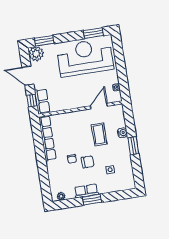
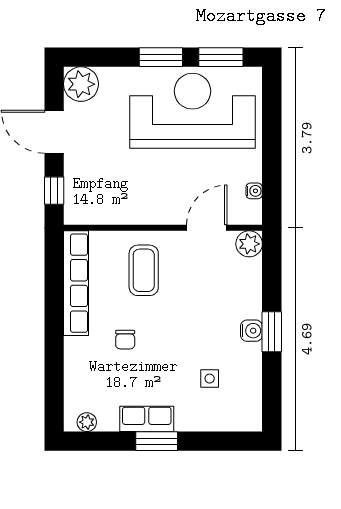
window: (44, 41) -> (161, 57), moved
row of seats: (42, 101) -> (77, 196), removed
plant: (118, 110) -> (249, 244), added
water cooler: (122, 133) -> (251, 331), moved
coffee table: (99, 134) -> (144, 270), moved
chair: (88, 162) -> (160, 352), removed

